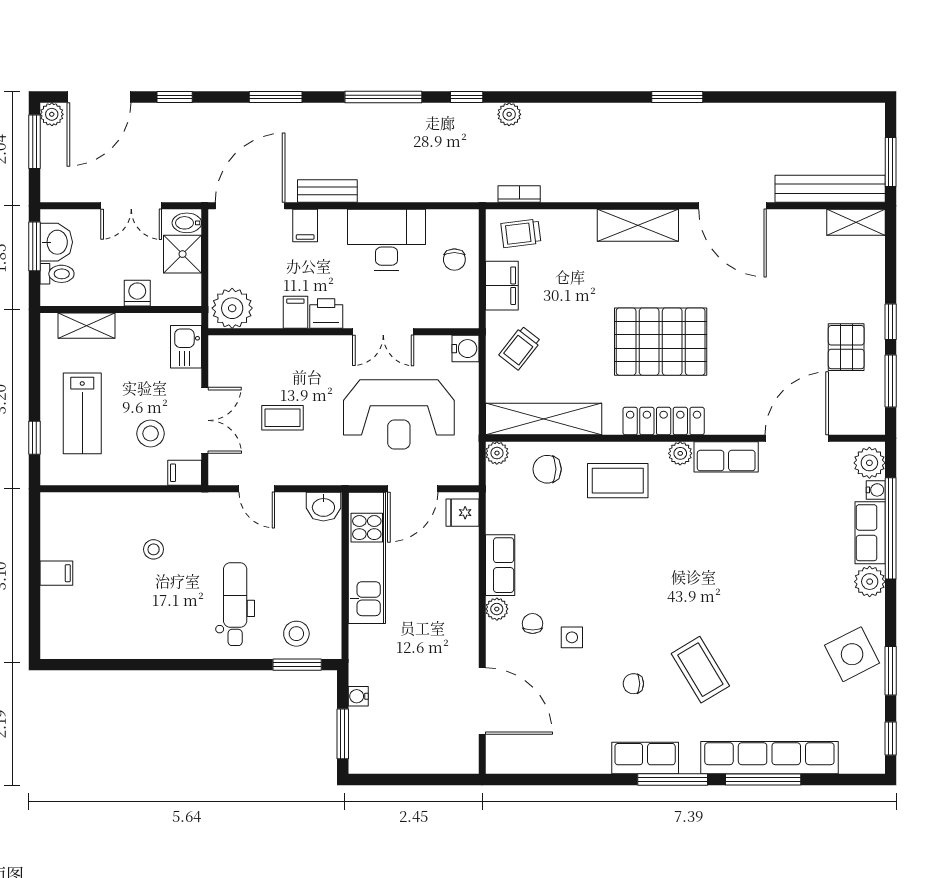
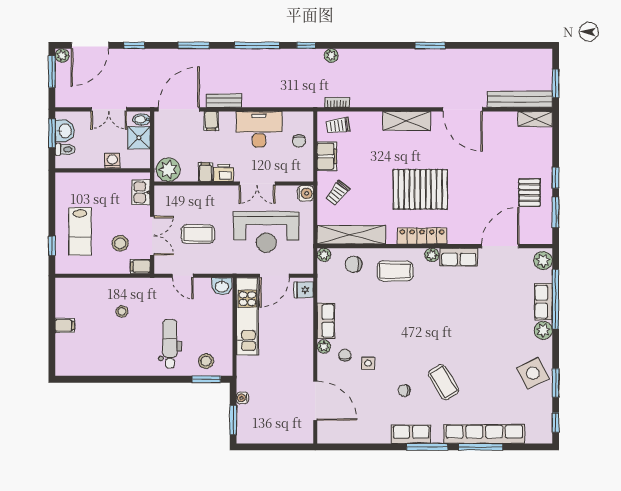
shelving: (86, 326) -> (82, 180), removed
coffee table: (282, 418) -> (198, 234), width x1.36, depth x1.30
water cooler: (876, 490) -> (547, 277), removed

